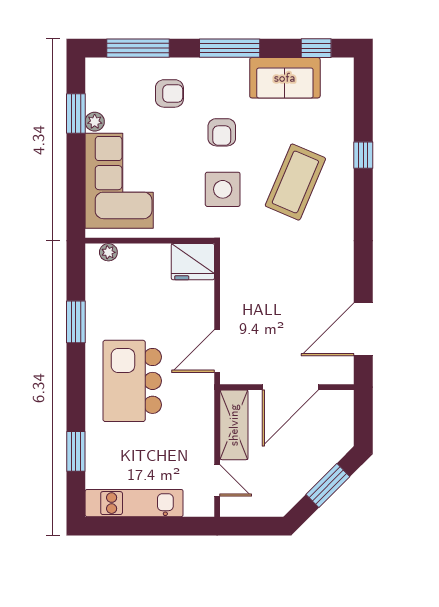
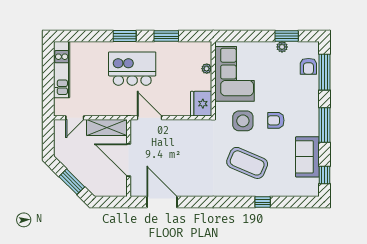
armchair: (169, 93) -> (308, 66), moved
corner sofa: (119, 181) -> (235, 74), moved, turned -90
plant: (108, 252) -> (207, 69), moved
window: (76, 451) -> (125, 36), moved

